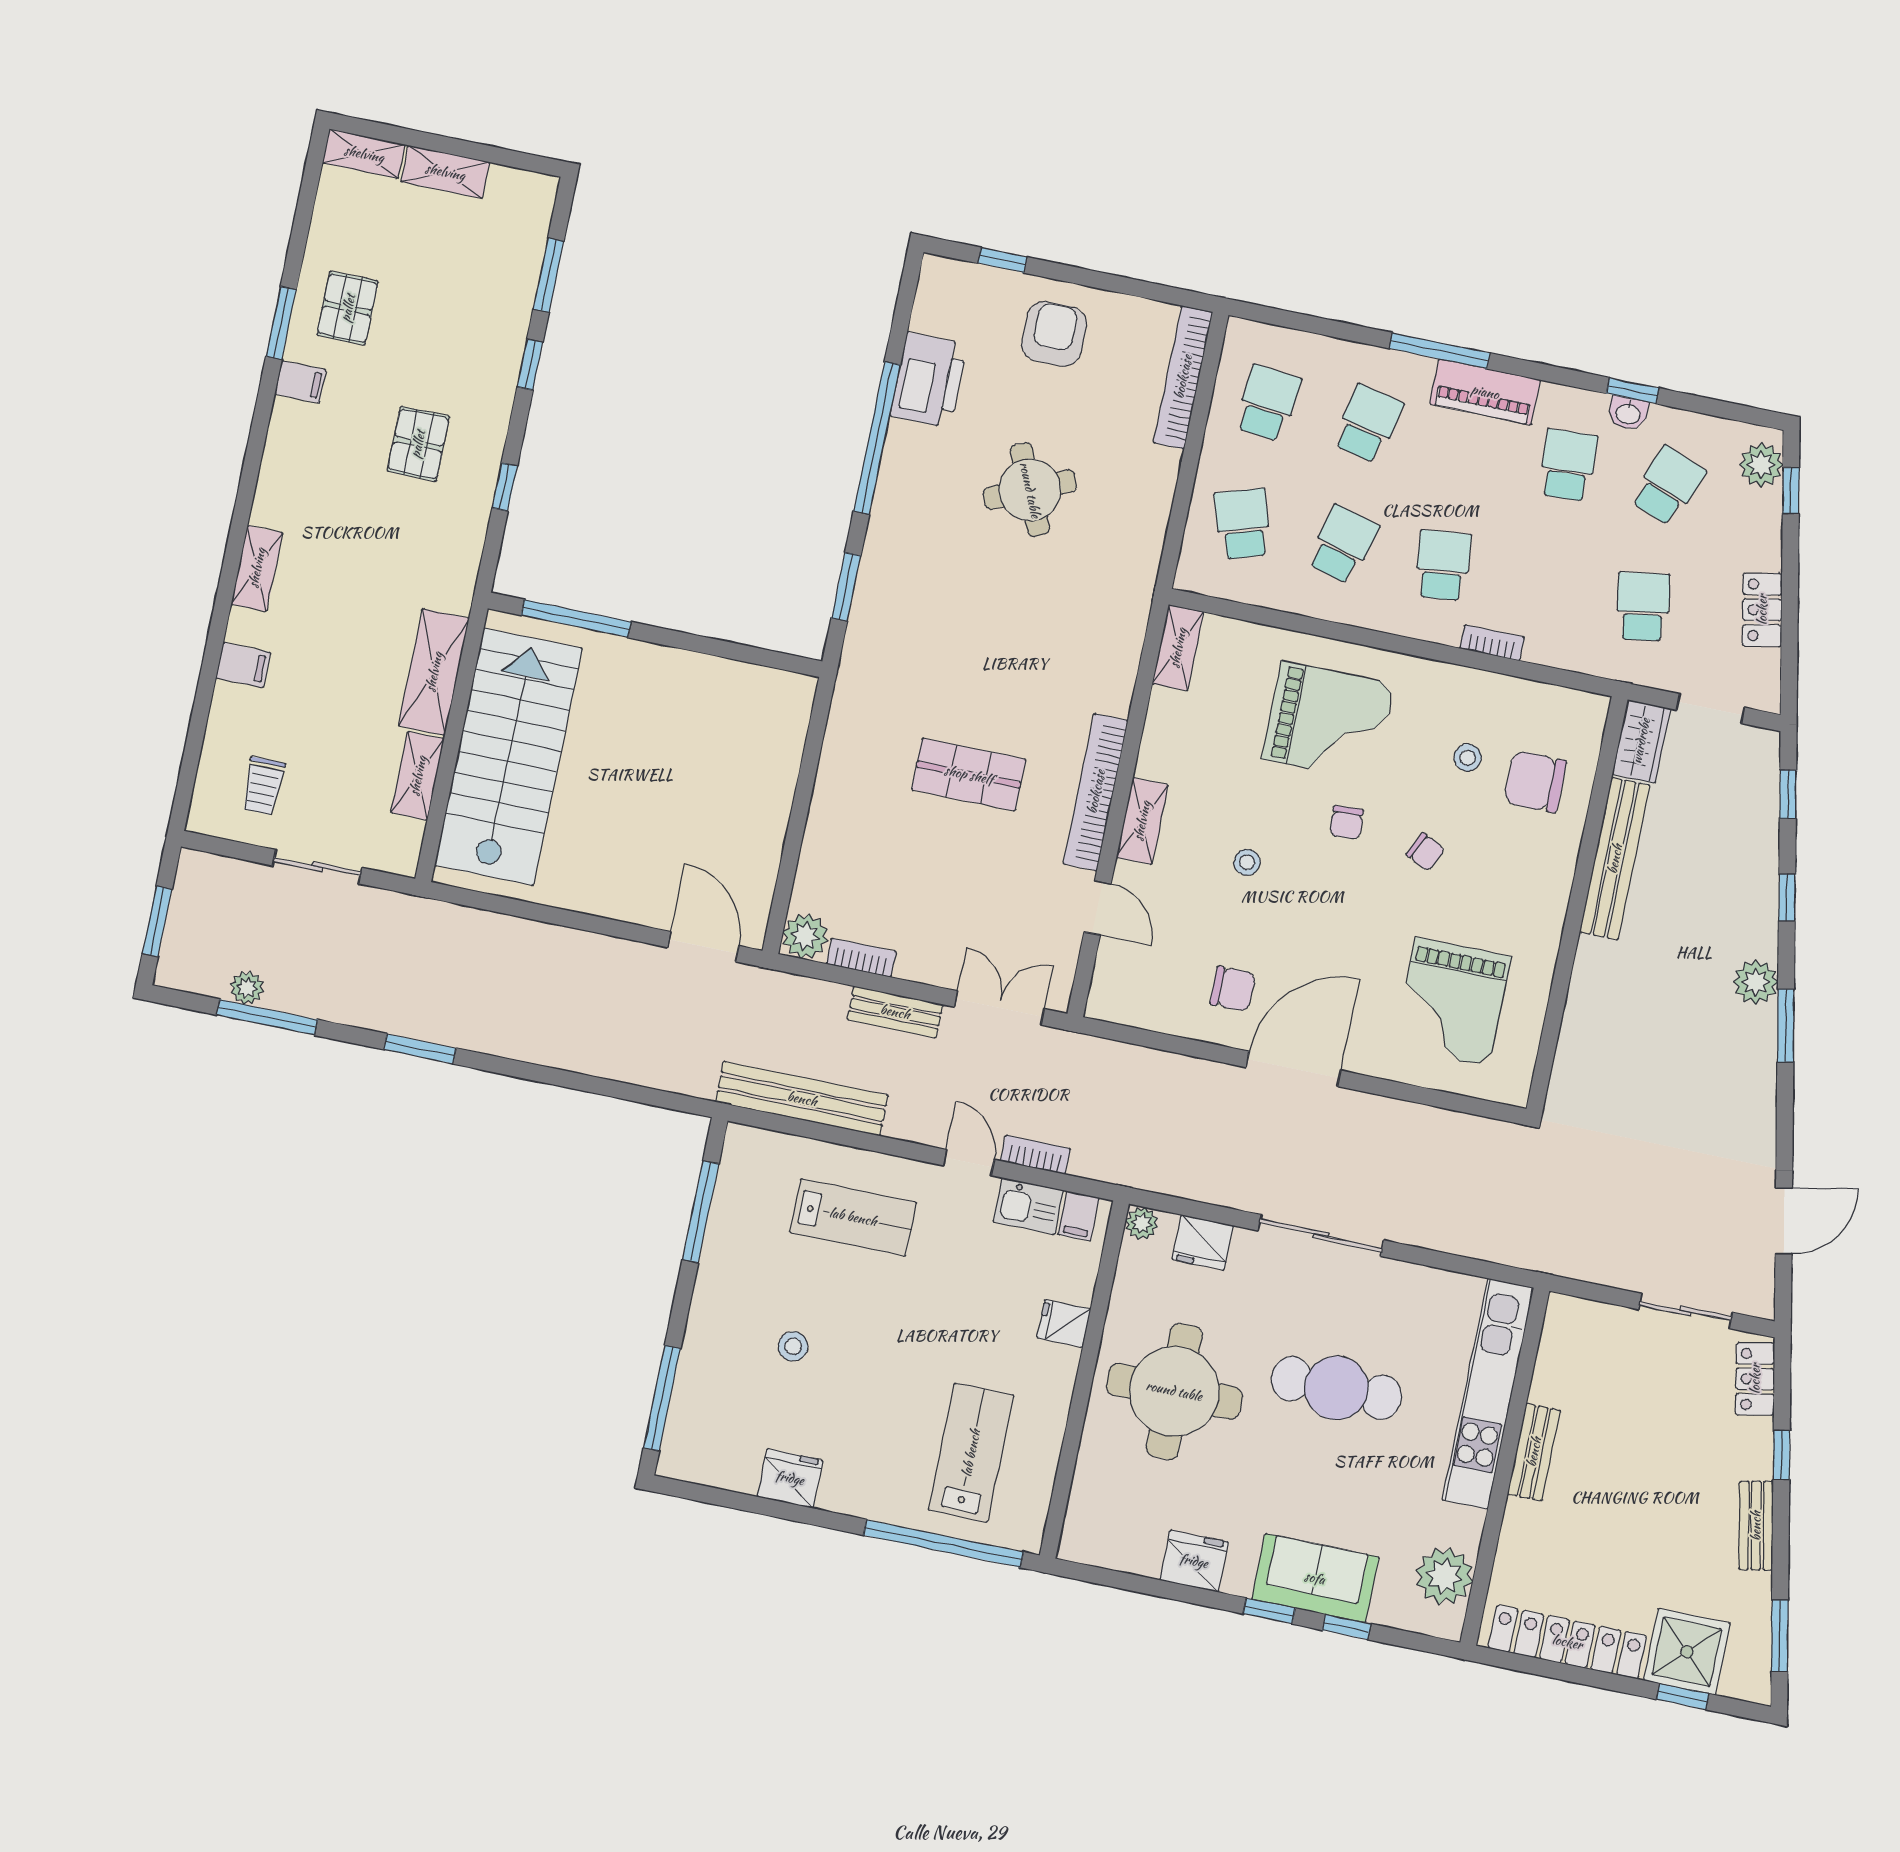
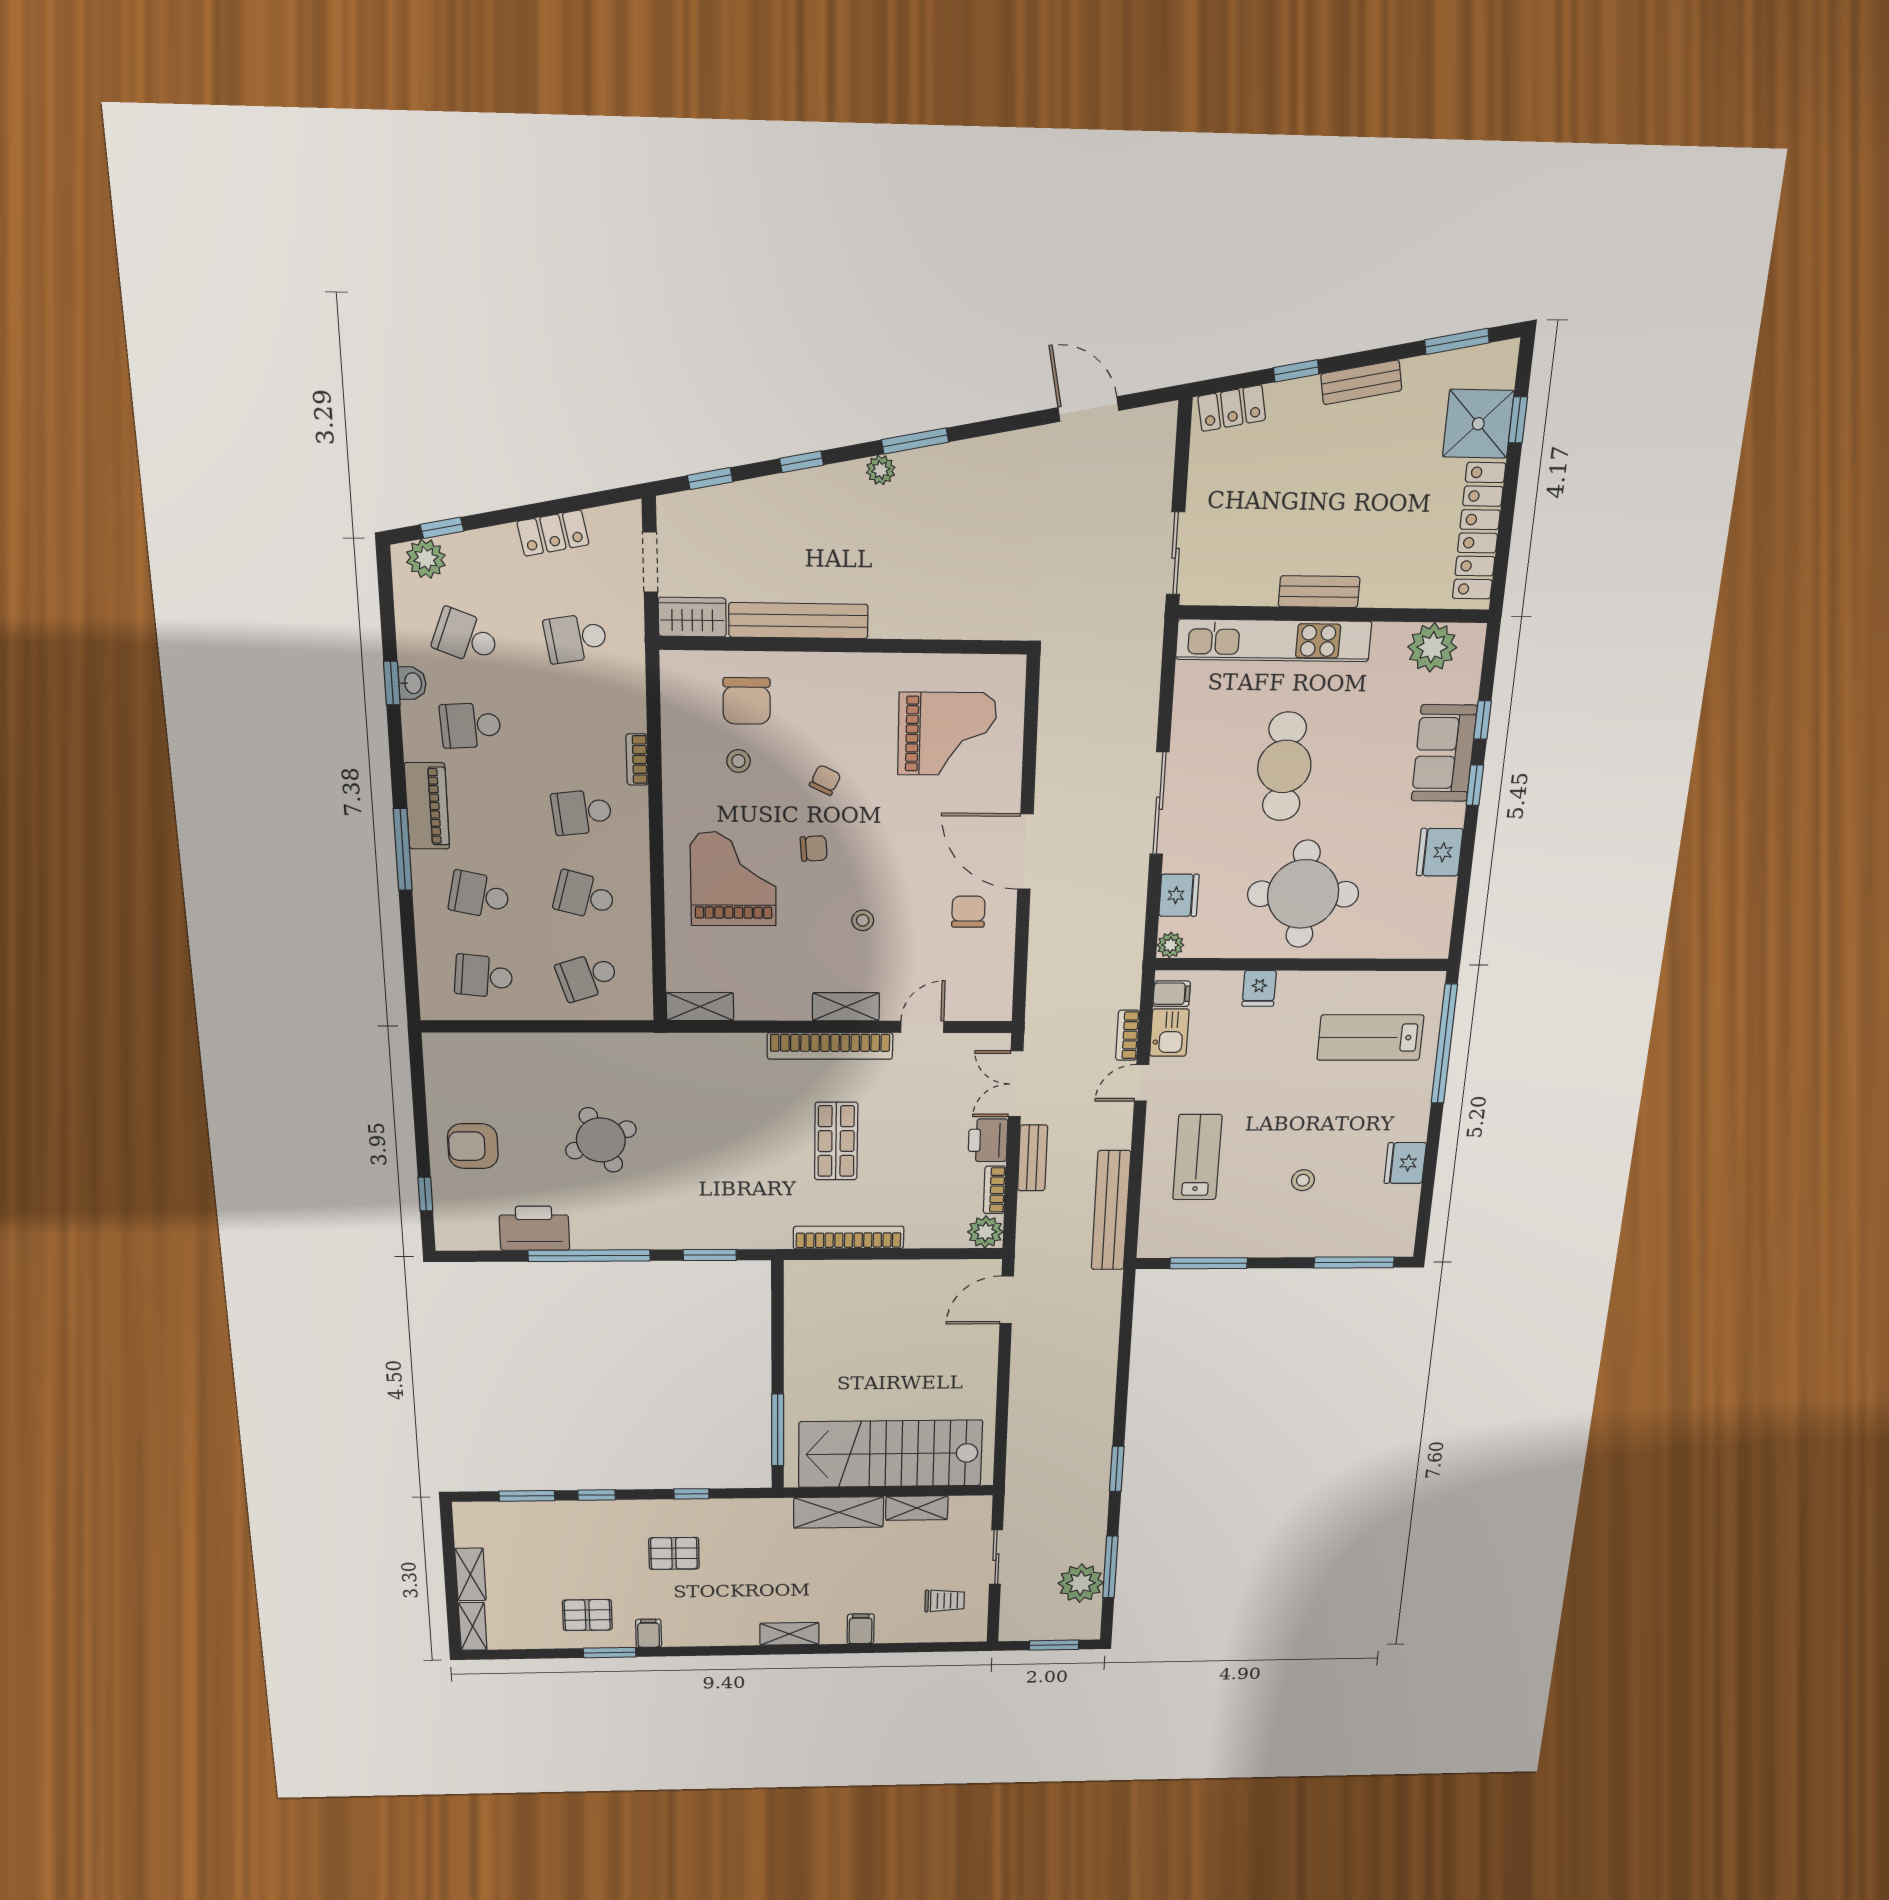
bookcase: (1183, 377) -> (849, 1237), moved, turned 180
printer: (931, 961) -> (988, 1140), added
plant: (1756, 982) -> (881, 470), width x0.73, depth x0.73
plant: (247, 988) -> (1081, 1583), width x1.88, depth x1.88
sliding door: (1686, 1311) -> (1176, 553), moved

